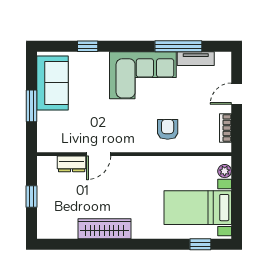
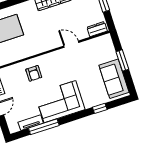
door: (99, 154) -> (71, 44), hinge flipped
dresser: (72, 164) -> (97, 29), moved

